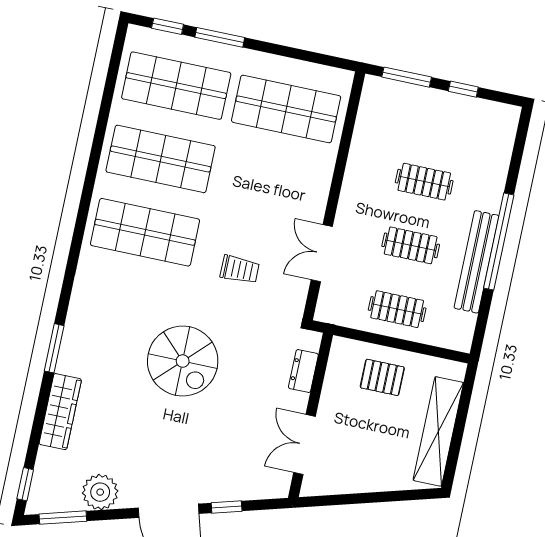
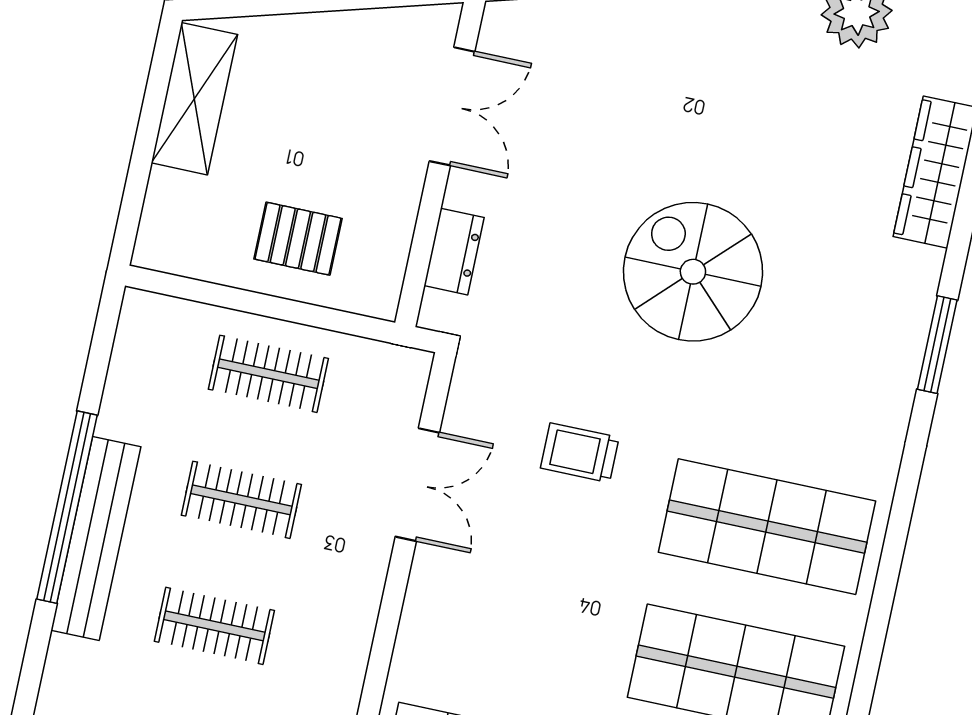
bench: (476, 262) -> (96, 538), moved
window: (54, 348) -> (937, 345), moved
shelving: (438, 431) -> (194, 99), width x0.68

